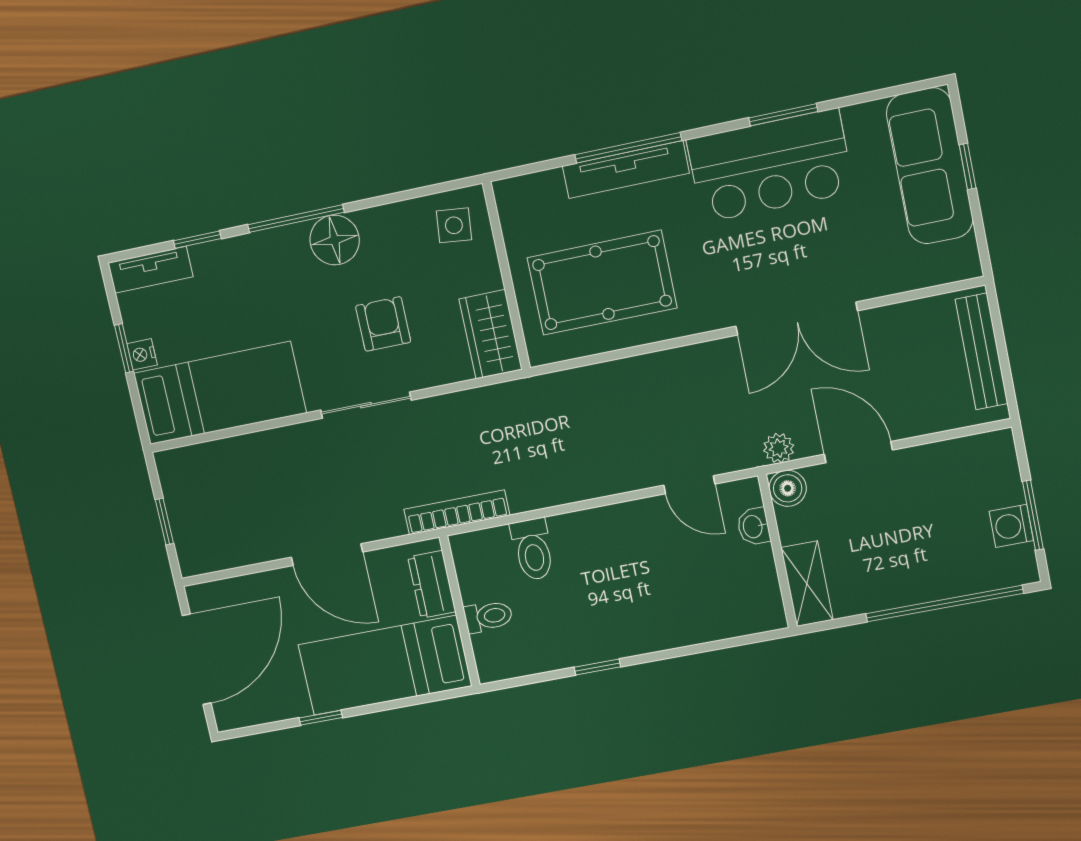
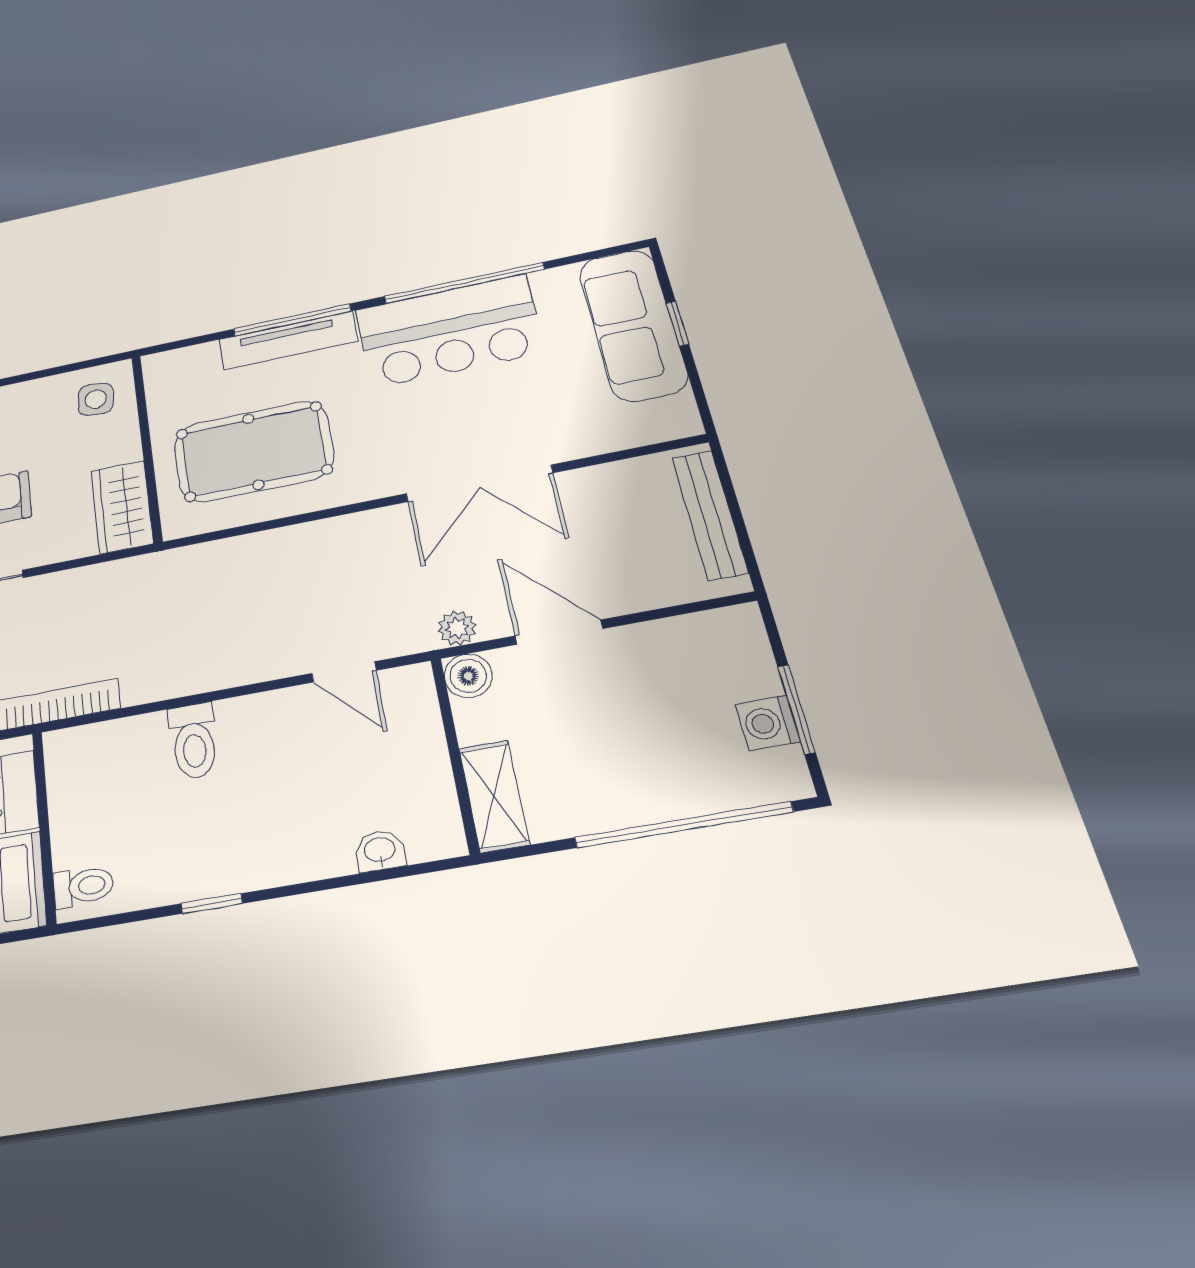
window: (783, 115) -> (464, 283), width x2.11
washbasin: (753, 527) -> (380, 851), moved, turned 90
toilet: (533, 549) -> (194, 741), moved
toilet: (488, 616) -> (83, 886), moved

